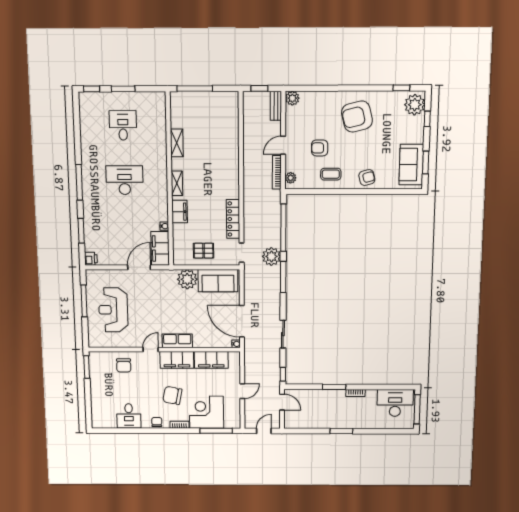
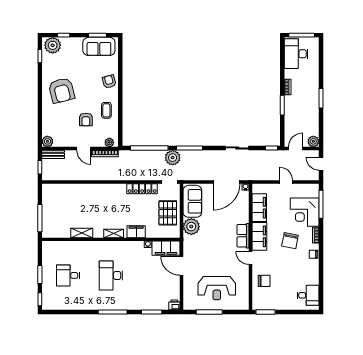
pallet: (204, 251) -> (168, 213), width x1.50, depth x1.42
desk: (129, 416) -> (308, 295), moved
plant: (290, 422) -> (313, 141), added

